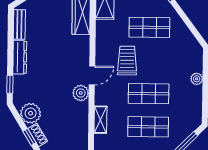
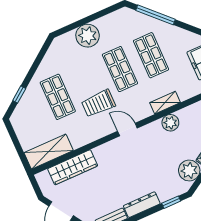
plant: (197, 79) -> (88, 36), width x1.88, depth x1.88
plant: (81, 93) -> (170, 123), moved

